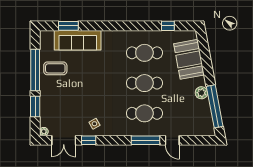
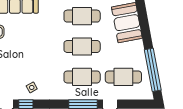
plant: (201, 93) -> (139, 56), removed
cafe table: (186, 113) -> (123, 77), added

